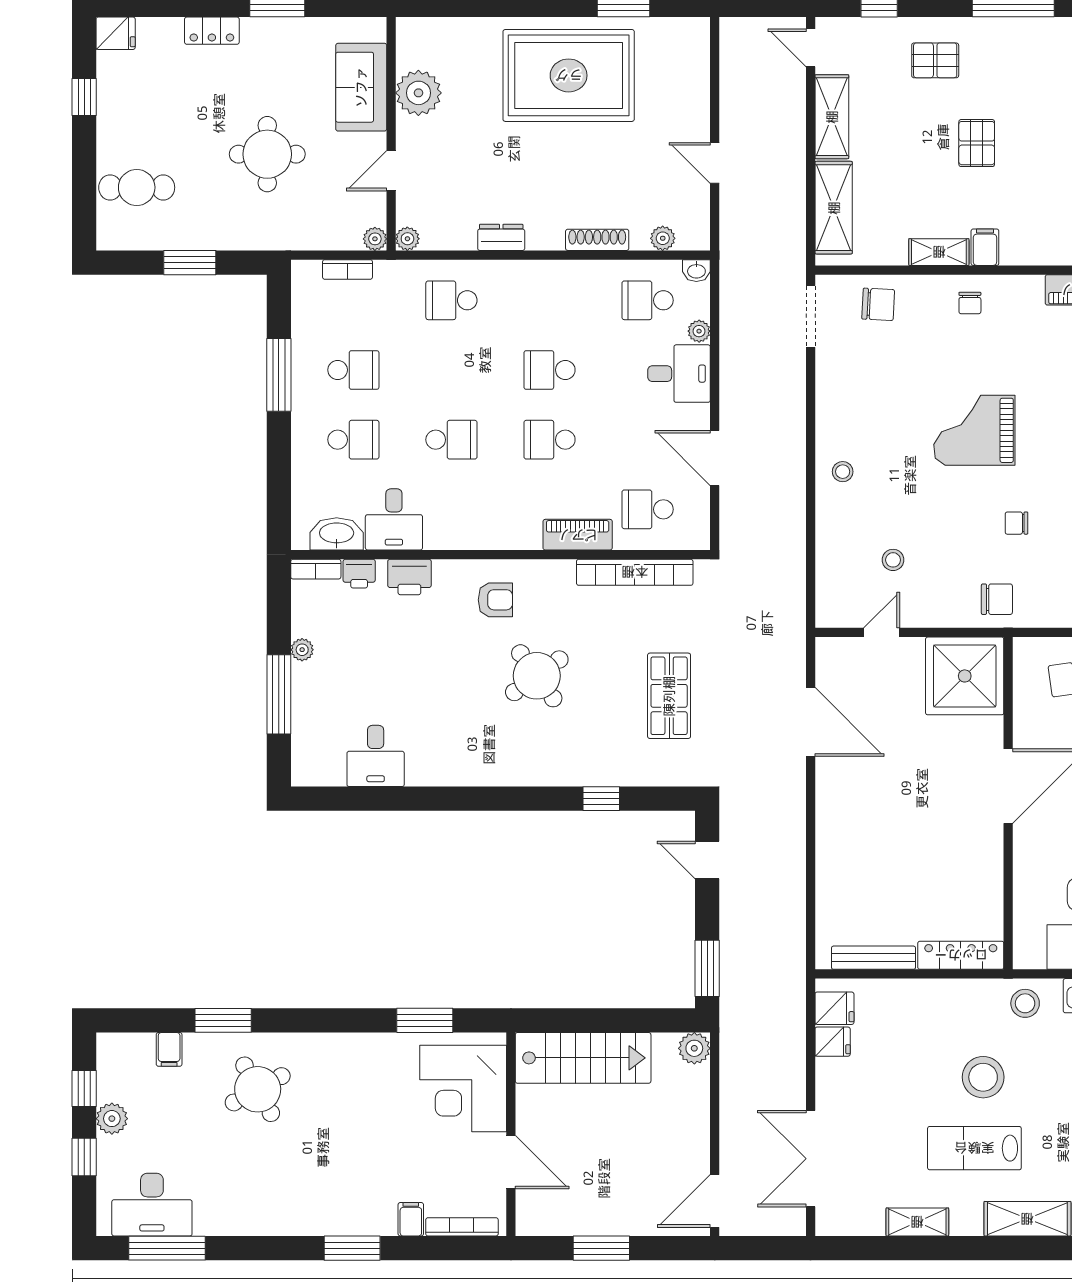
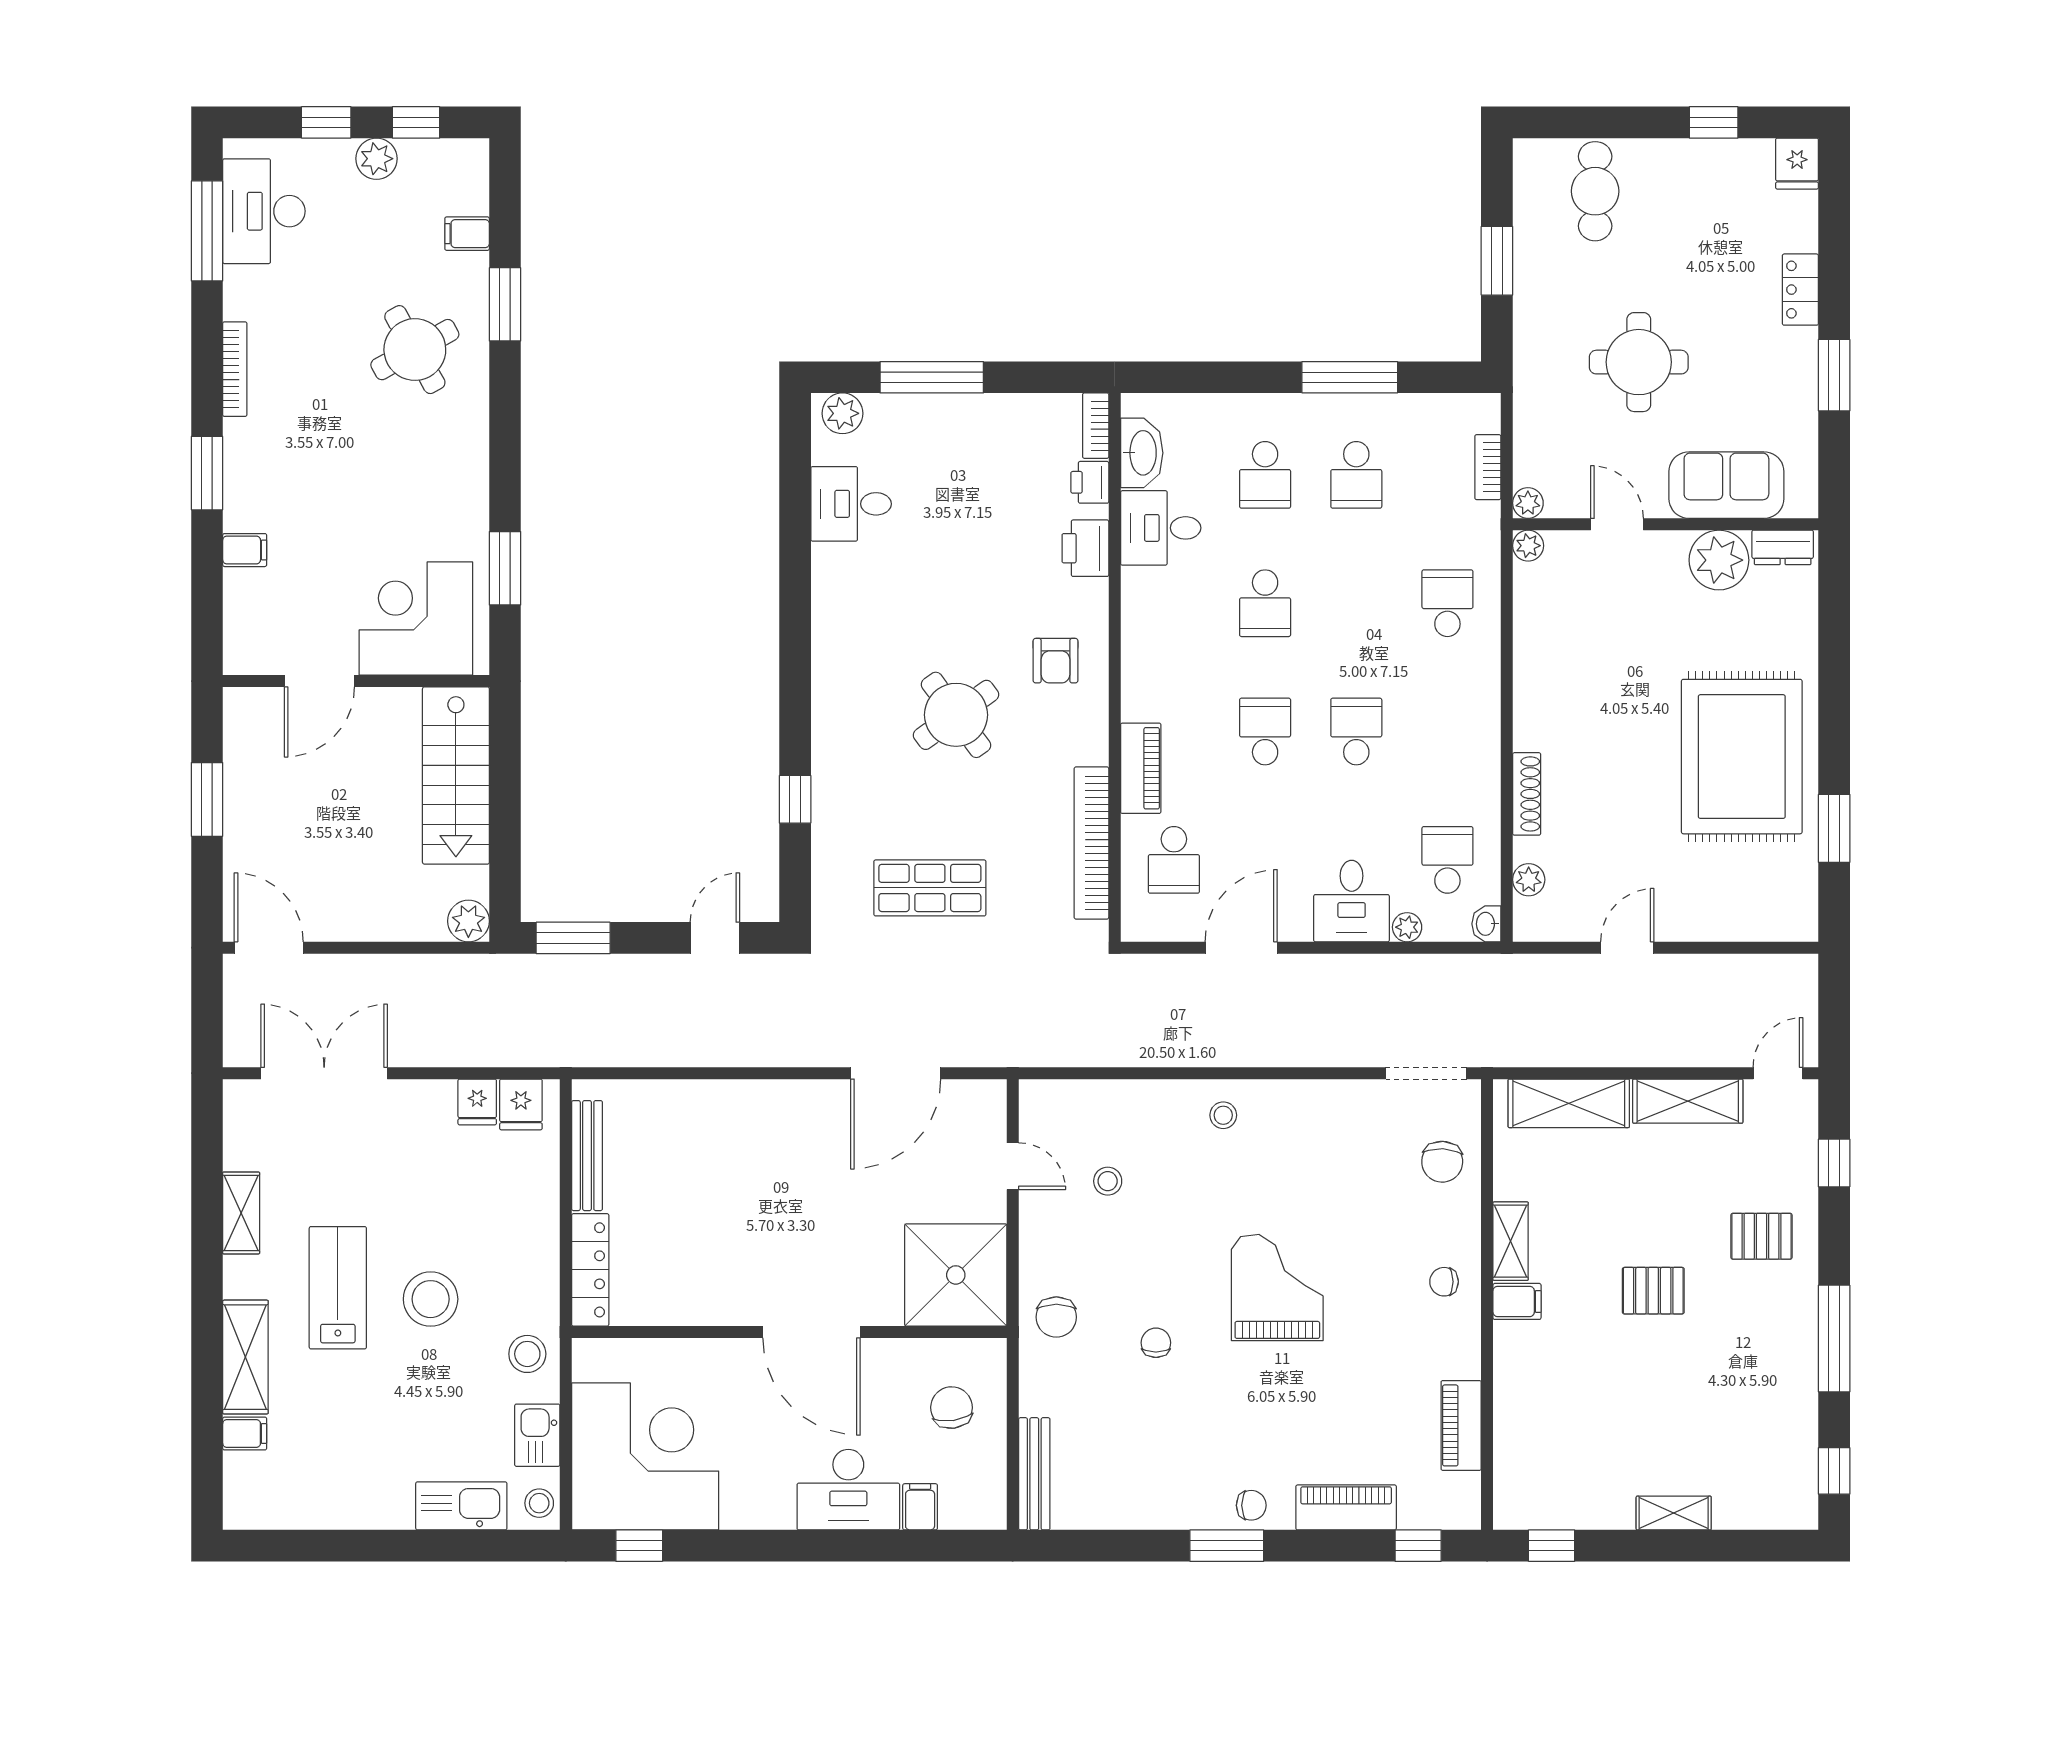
pallet: (935, 60) -> (1762, 1236), turned 90
dresser: (501, 237) -> (1783, 547), moved, turned 90
school desk: (648, 509) -> (1174, 860), turned 180
plant: (302, 650) -> (842, 413), moved, width x1.38, depth x1.38
bookcase: (462, 1227) -> (235, 369), moved

